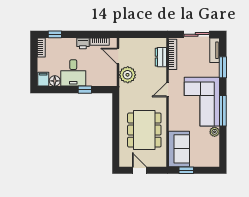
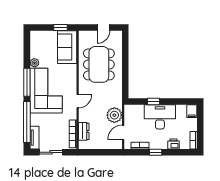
window: (55, 34) -> (156, 152), moved
printer: (83, 43) -> (173, 144), moved
door: (118, 56) -> (123, 132), swing flipped
window: (223, 67) -> (27, 122), width x2.11
desk: (73, 73) -> (160, 117), width x1.37
floor lamp: (55, 81) -> (181, 110), removed
door: (139, 170) -> (103, 28), hinge flipped

